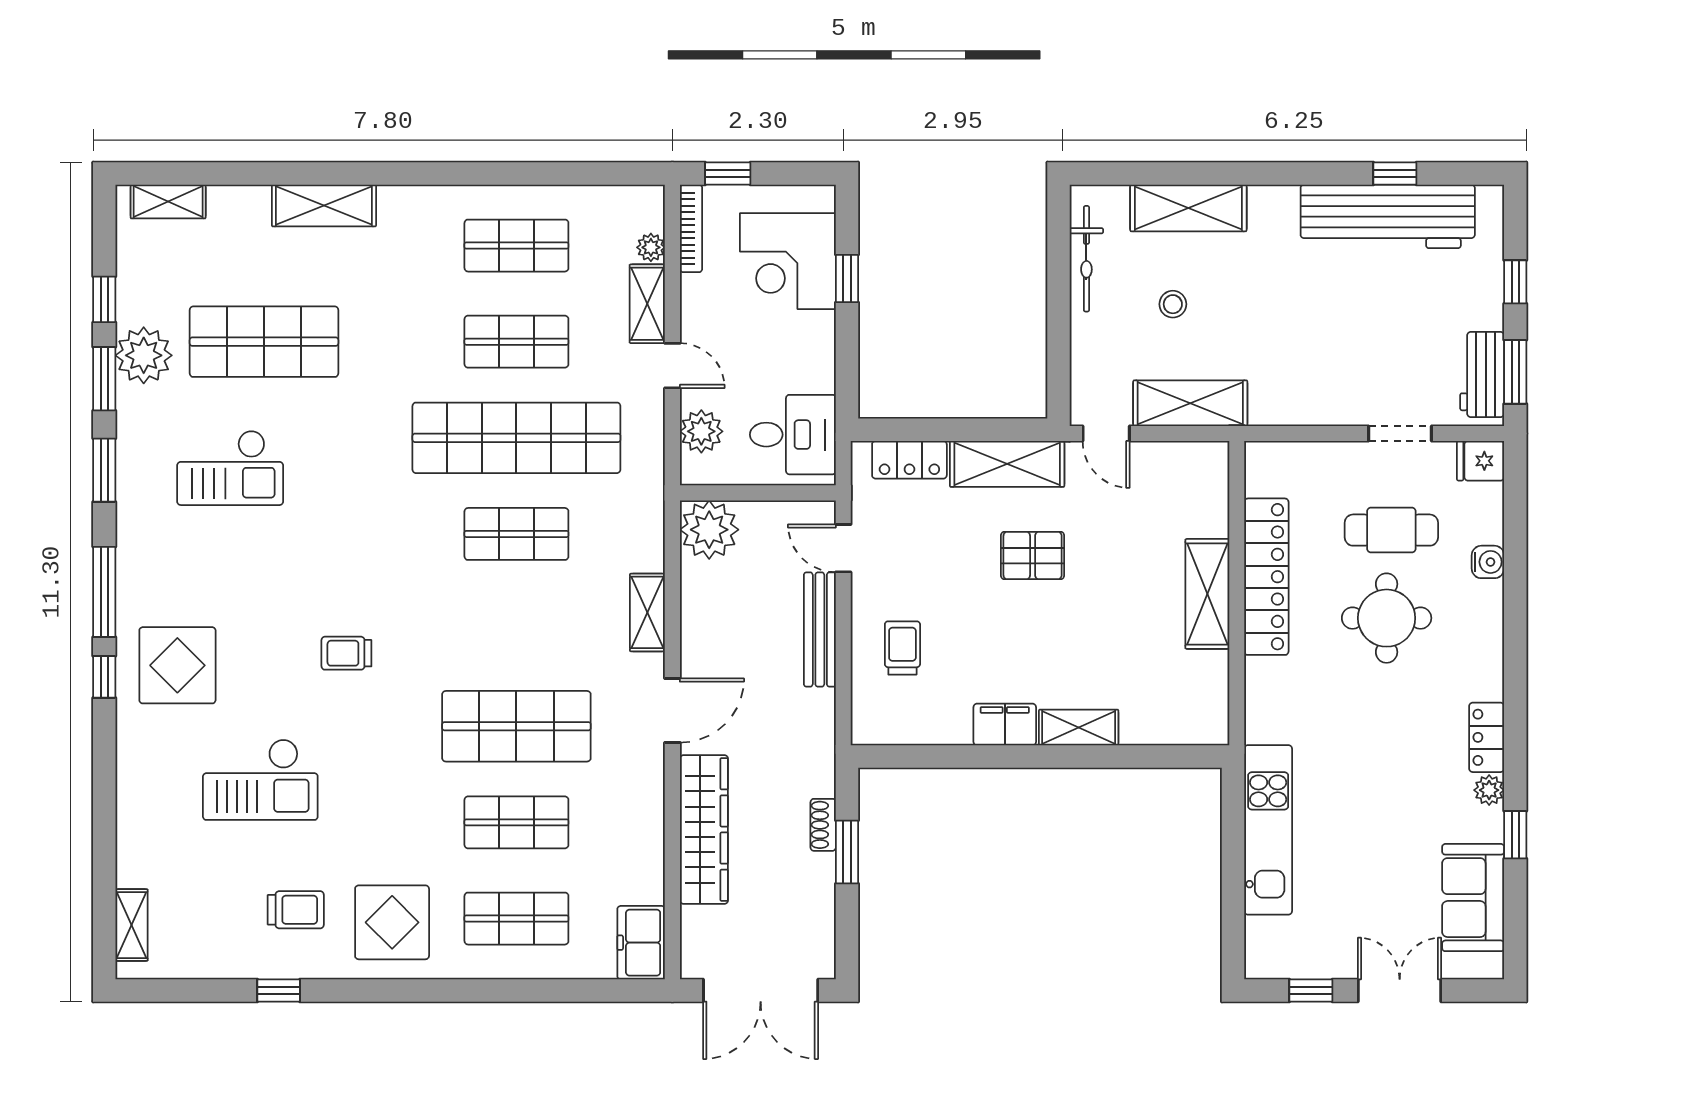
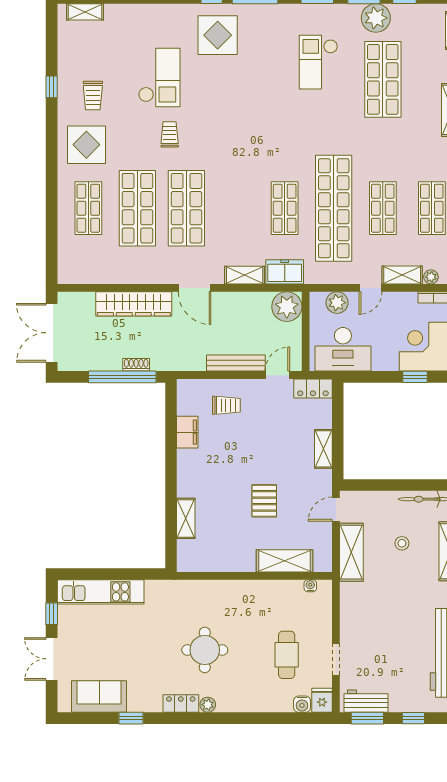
desk: (793, 435) -> (343, 349), width x1.37
locker: (909, 460) -> (313, 388), moved, turned -90
shelving: (1007, 464) -> (323, 449), width x0.67, depth x0.75
water cooler: (1256, 484) -> (310, 586), added
pallet: (1033, 555) -> (264, 501), moved
water cooler: (1488, 562) -> (302, 704), moved
locker: (1266, 577) -> (263, 591), removed
shelving: (1207, 594) -> (285, 561), moved
round table: (1387, 618) -> (205, 650), moved
trolley: (346, 653) -> (170, 134), moved
filing cabinet: (1005, 725) -> (187, 432), moved
shelving: (1079, 728) -> (186, 518), moved
checkout: (260, 780) -> (159, 77), turned 180
plant: (1489, 790) -> (208, 705), moved
shop shelf: (516, 822) -> (137, 208), width x1.43, depth x1.36
kitchen unit: (1268, 830) -> (101, 592), moved
window: (847, 852) -> (122, 377), width x2.11
freezer: (641, 943) -> (285, 272), moved
double door: (1400, 990) -> (52, 659), swing flipped

